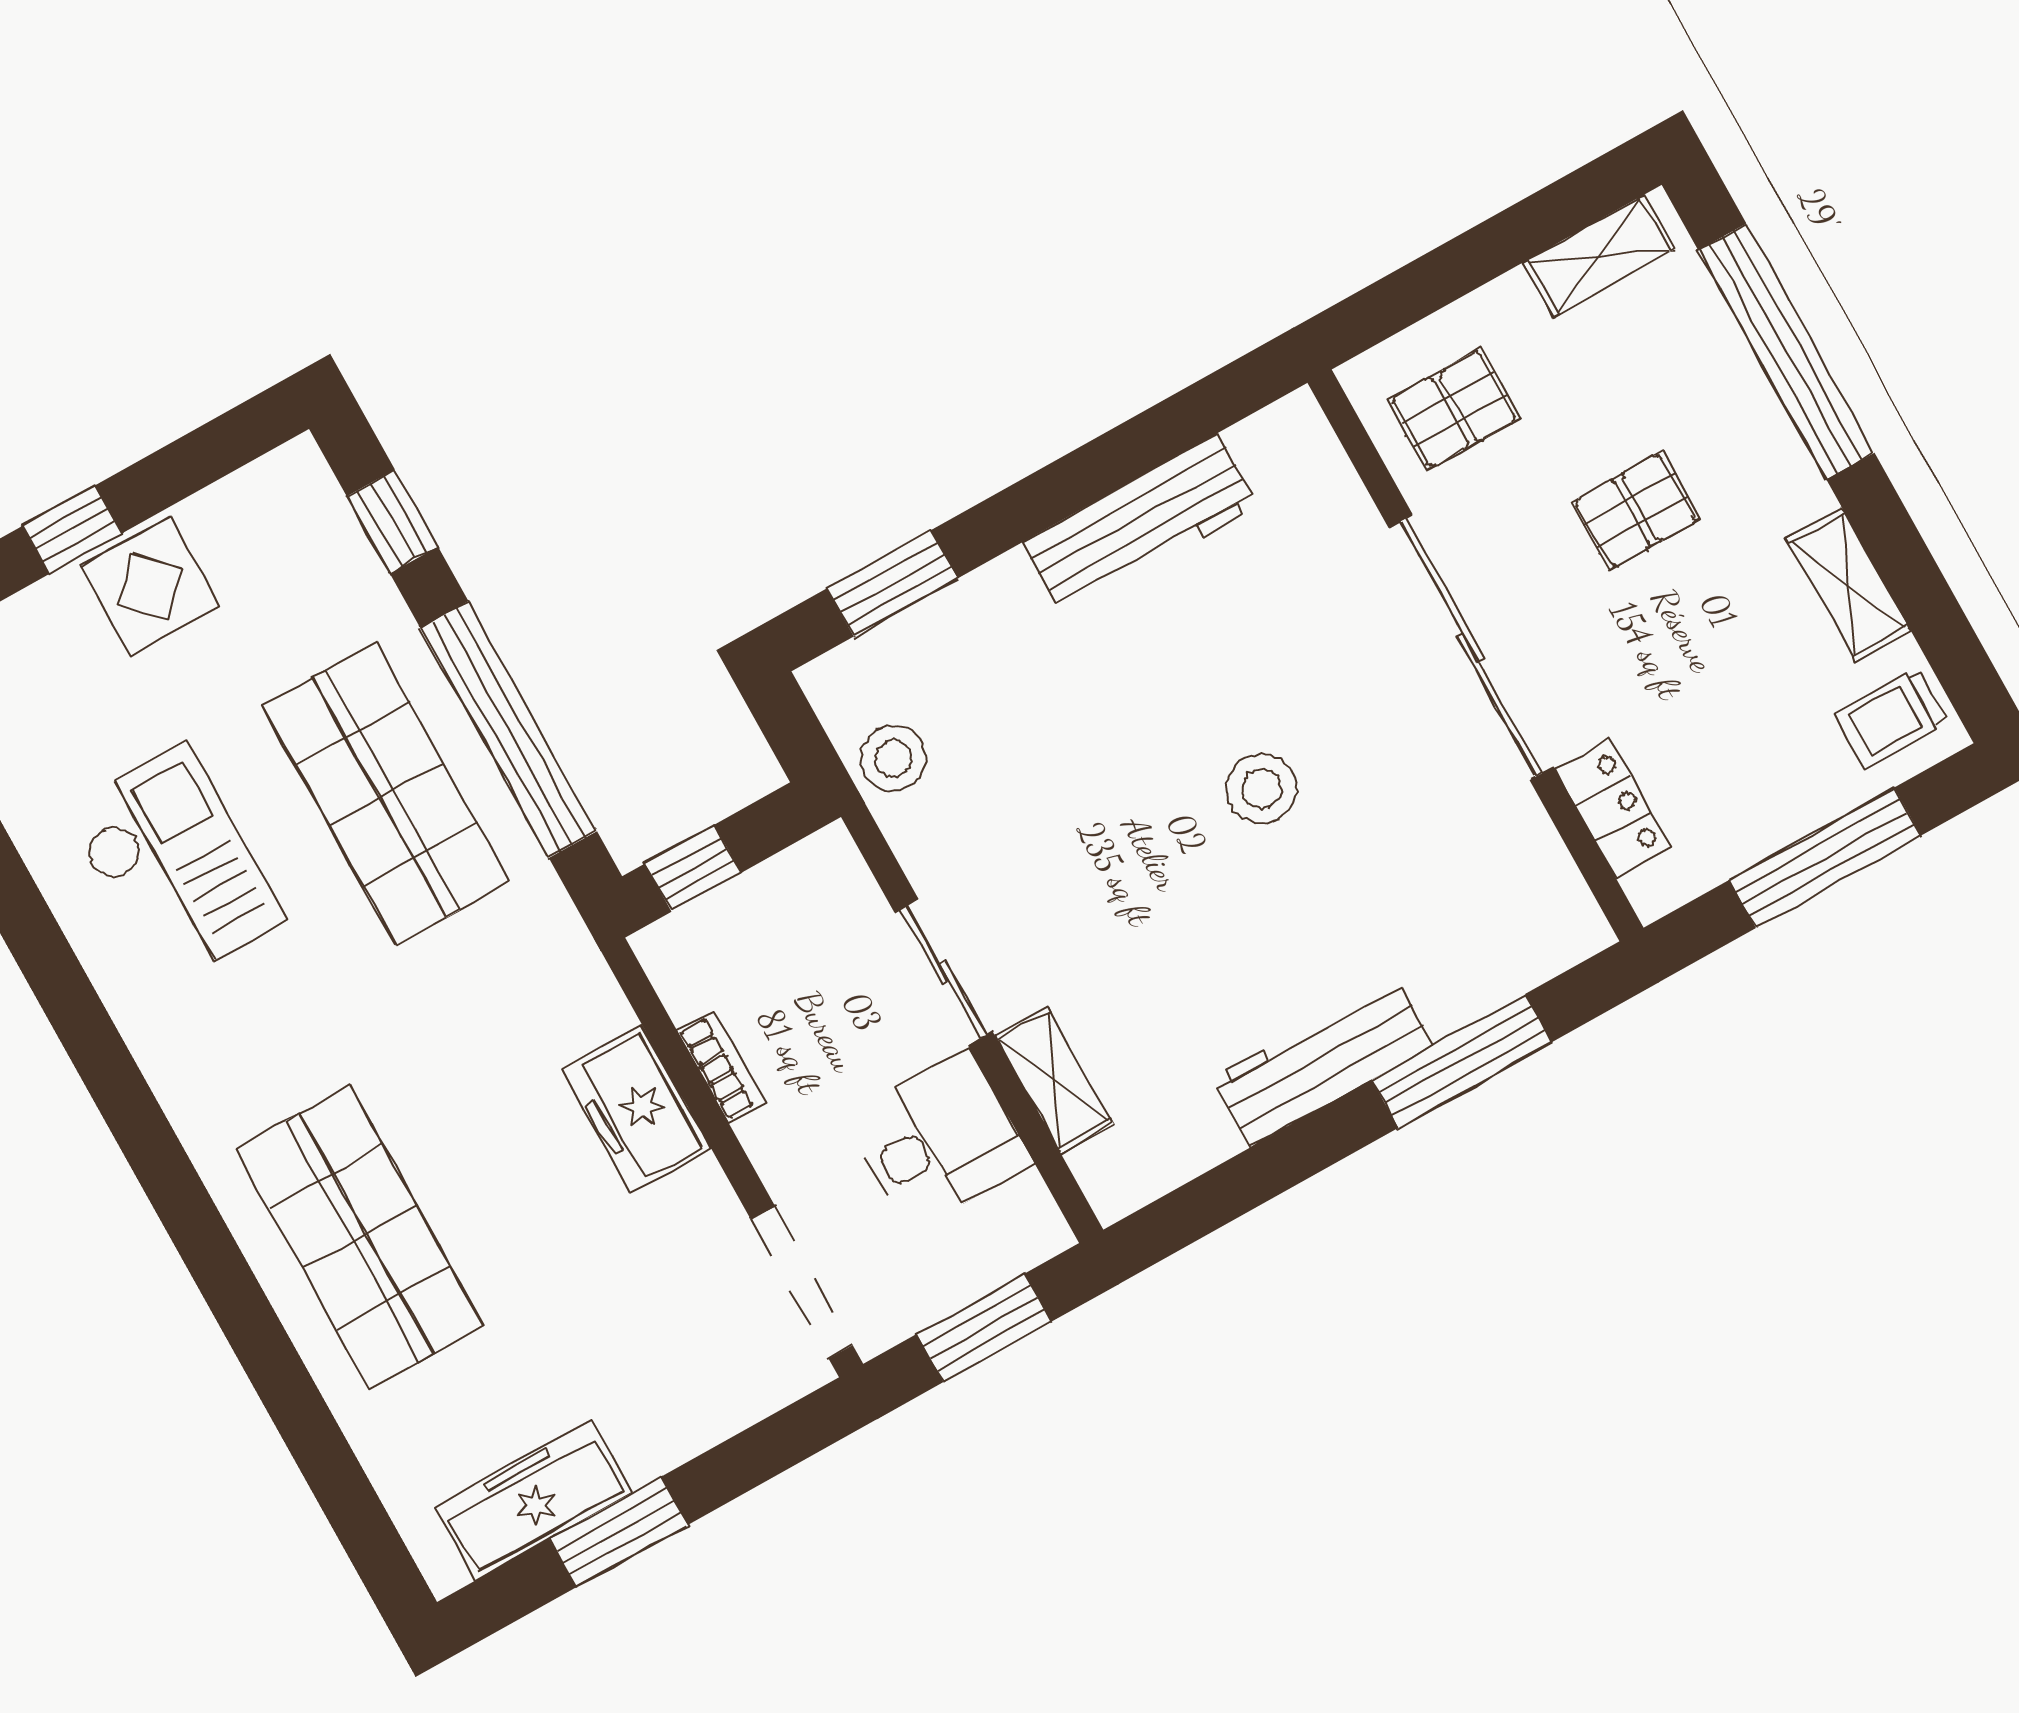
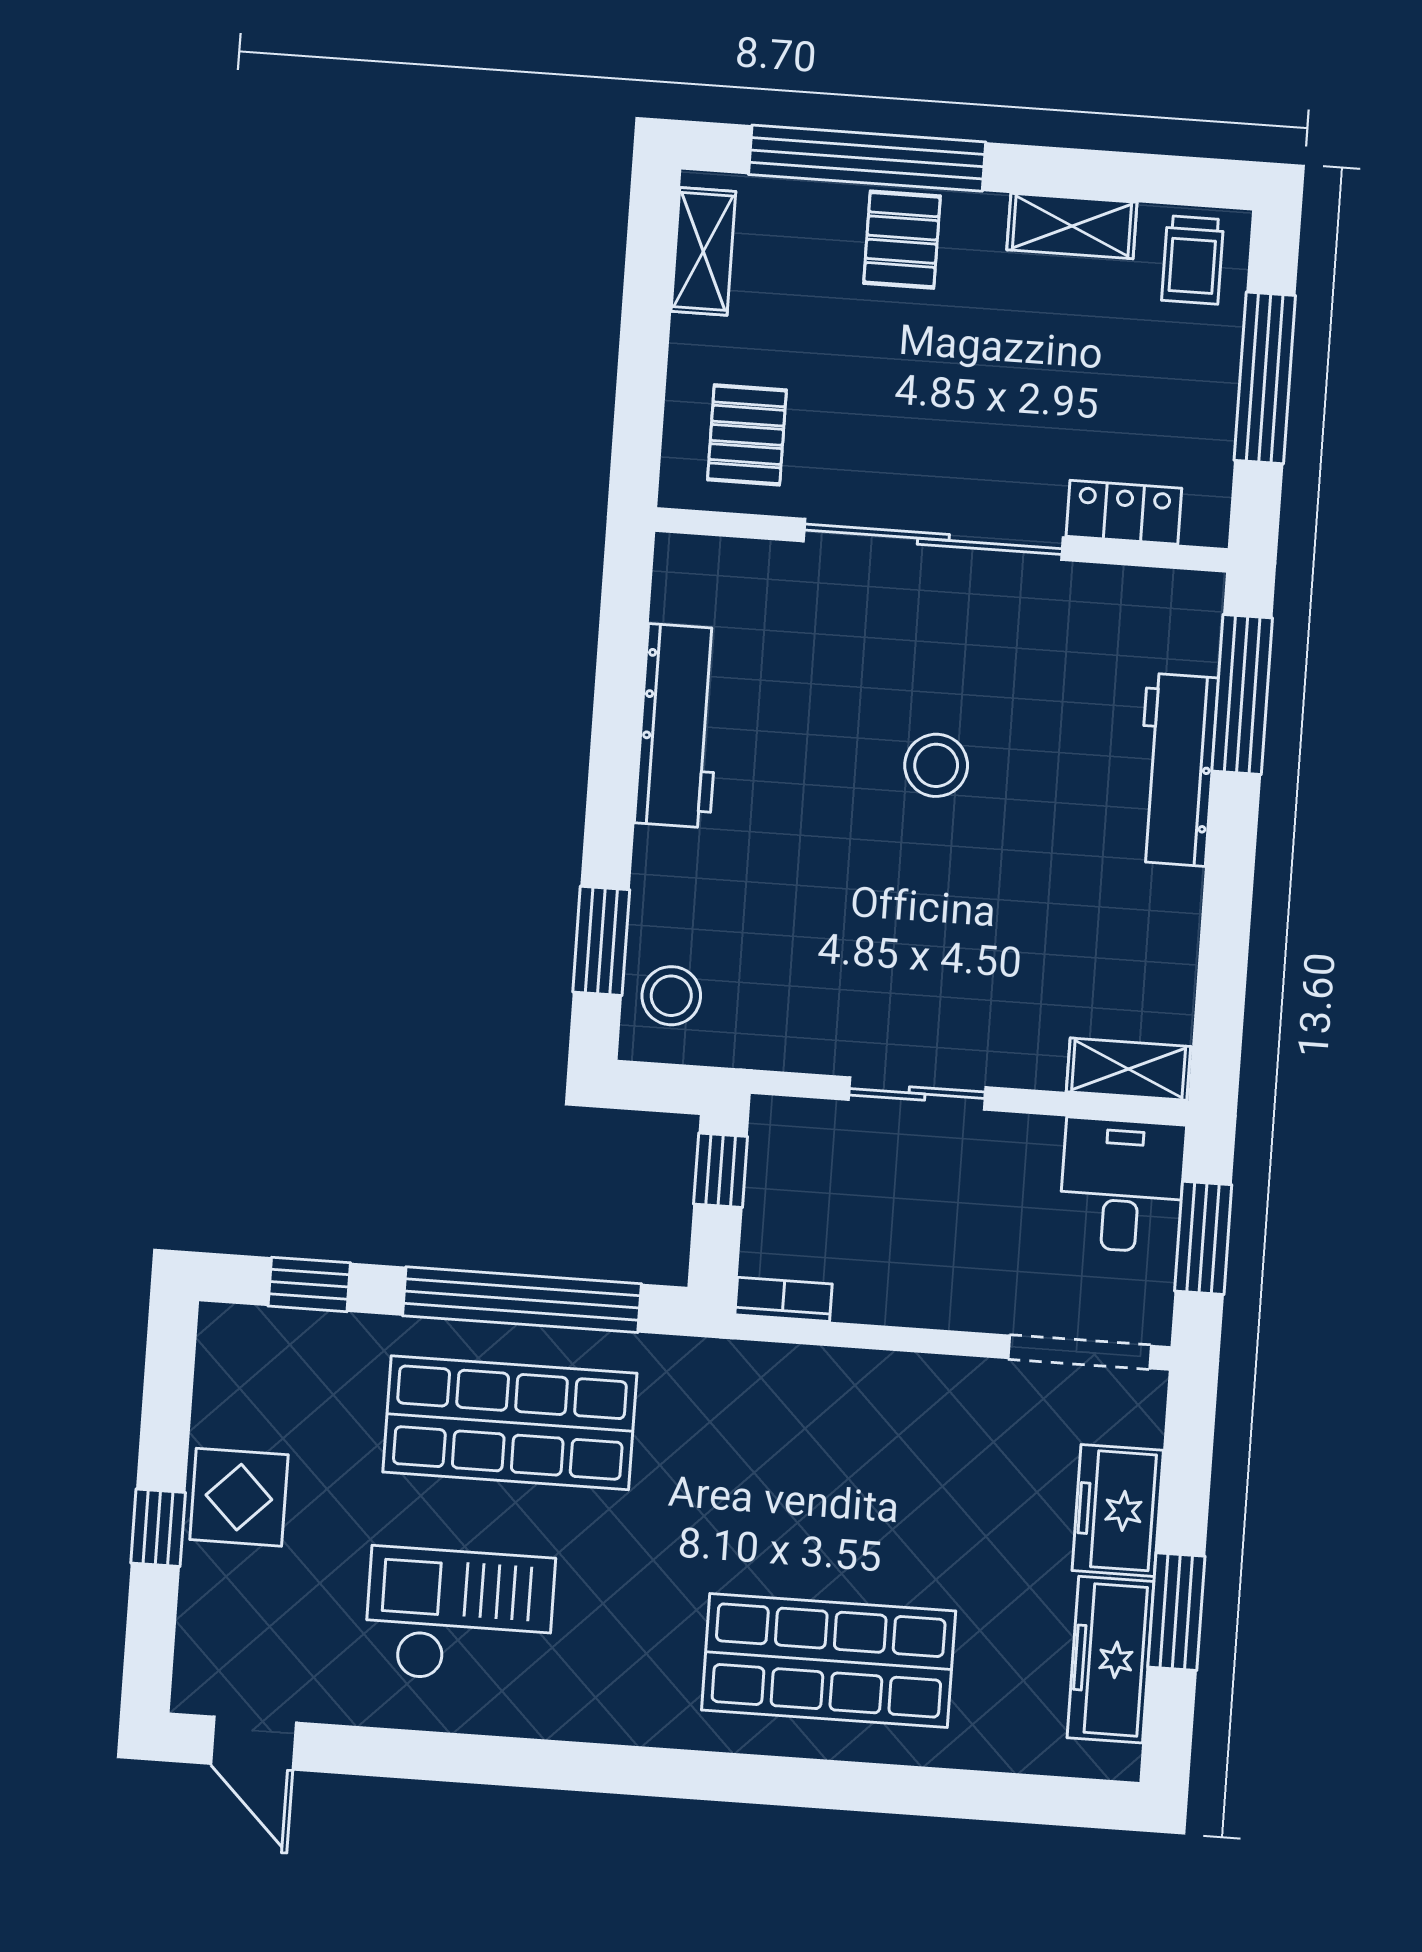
pallet: (1636, 511) -> (902, 240), moved
stool: (893, 758) -> (671, 996), moved
window: (693, 868) -> (721, 1170), moved
window: (1462, 1061) -> (1242, 695), moved
workbench: (1323, 1062) -> (1176, 770), moved
bookcase: (721, 1066) -> (783, 1299), moved
shelving: (1054, 1080) -> (1129, 1069), moved
freezer: (637, 1109) -> (1118, 1510), moved, turned 90
desk: (939, 1140) -> (1122, 1185), moved

